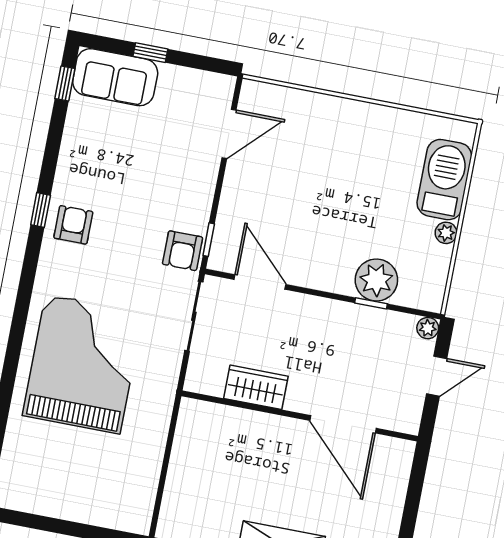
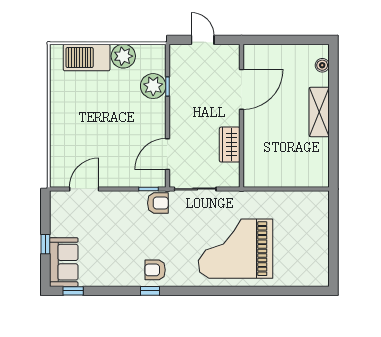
door: (229, 134) -> (84, 189), hinge flipped
plant: (446, 233) -> (123, 56), width x1.88, depth x1.88
plant: (428, 328) -> (176, 51), removed

